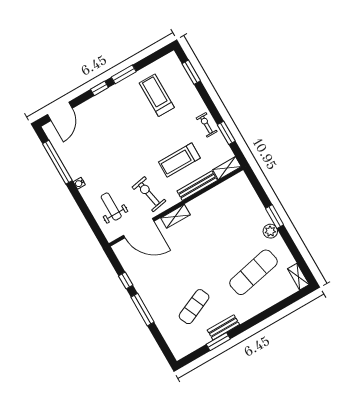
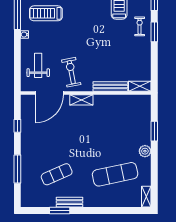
exercise bike: (207, 125) -> (140, 26), moved
window: (226, 133) -> (154, 32), moved
treadmill: (179, 160) -> (46, 13), moved
window: (275, 217) -> (154, 131), moved
door: (139, 228) -> (49, 93), hinge flipped
window: (142, 310) -> (17, 169), moved

